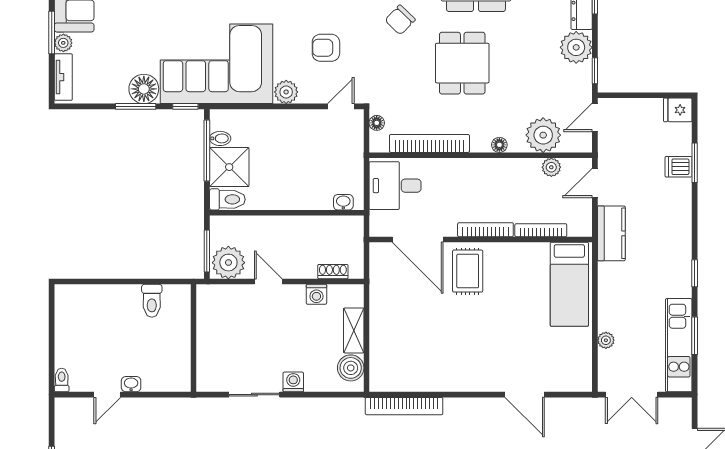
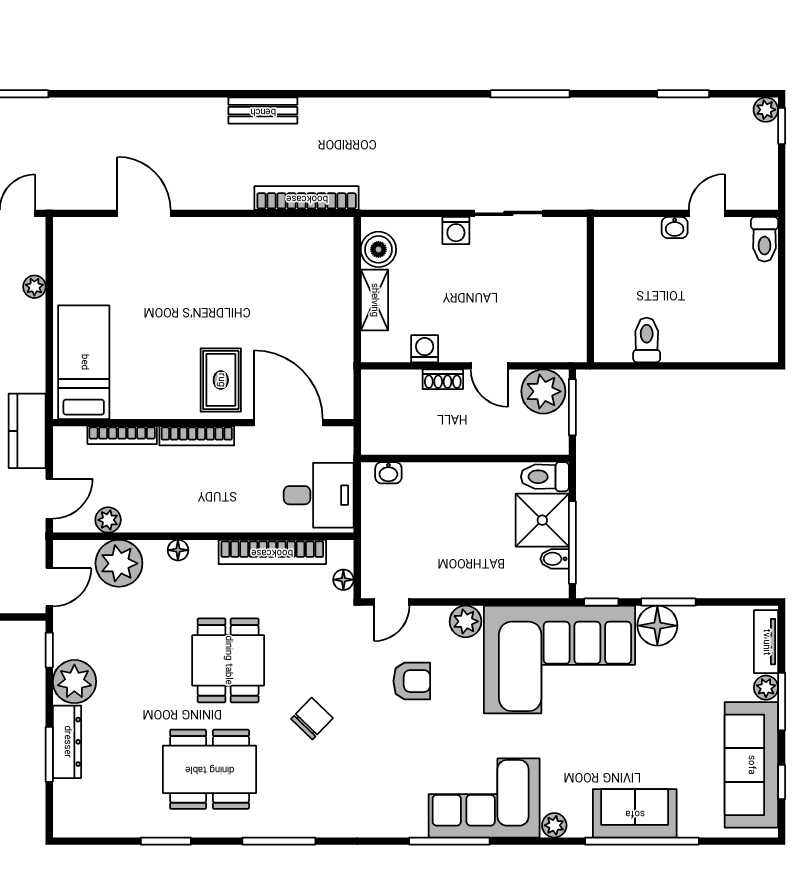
shoe rack: (333, 272) -> (443, 379), moved
toilet: (62, 380) -> (765, 239), width x1.37, depth x1.39

